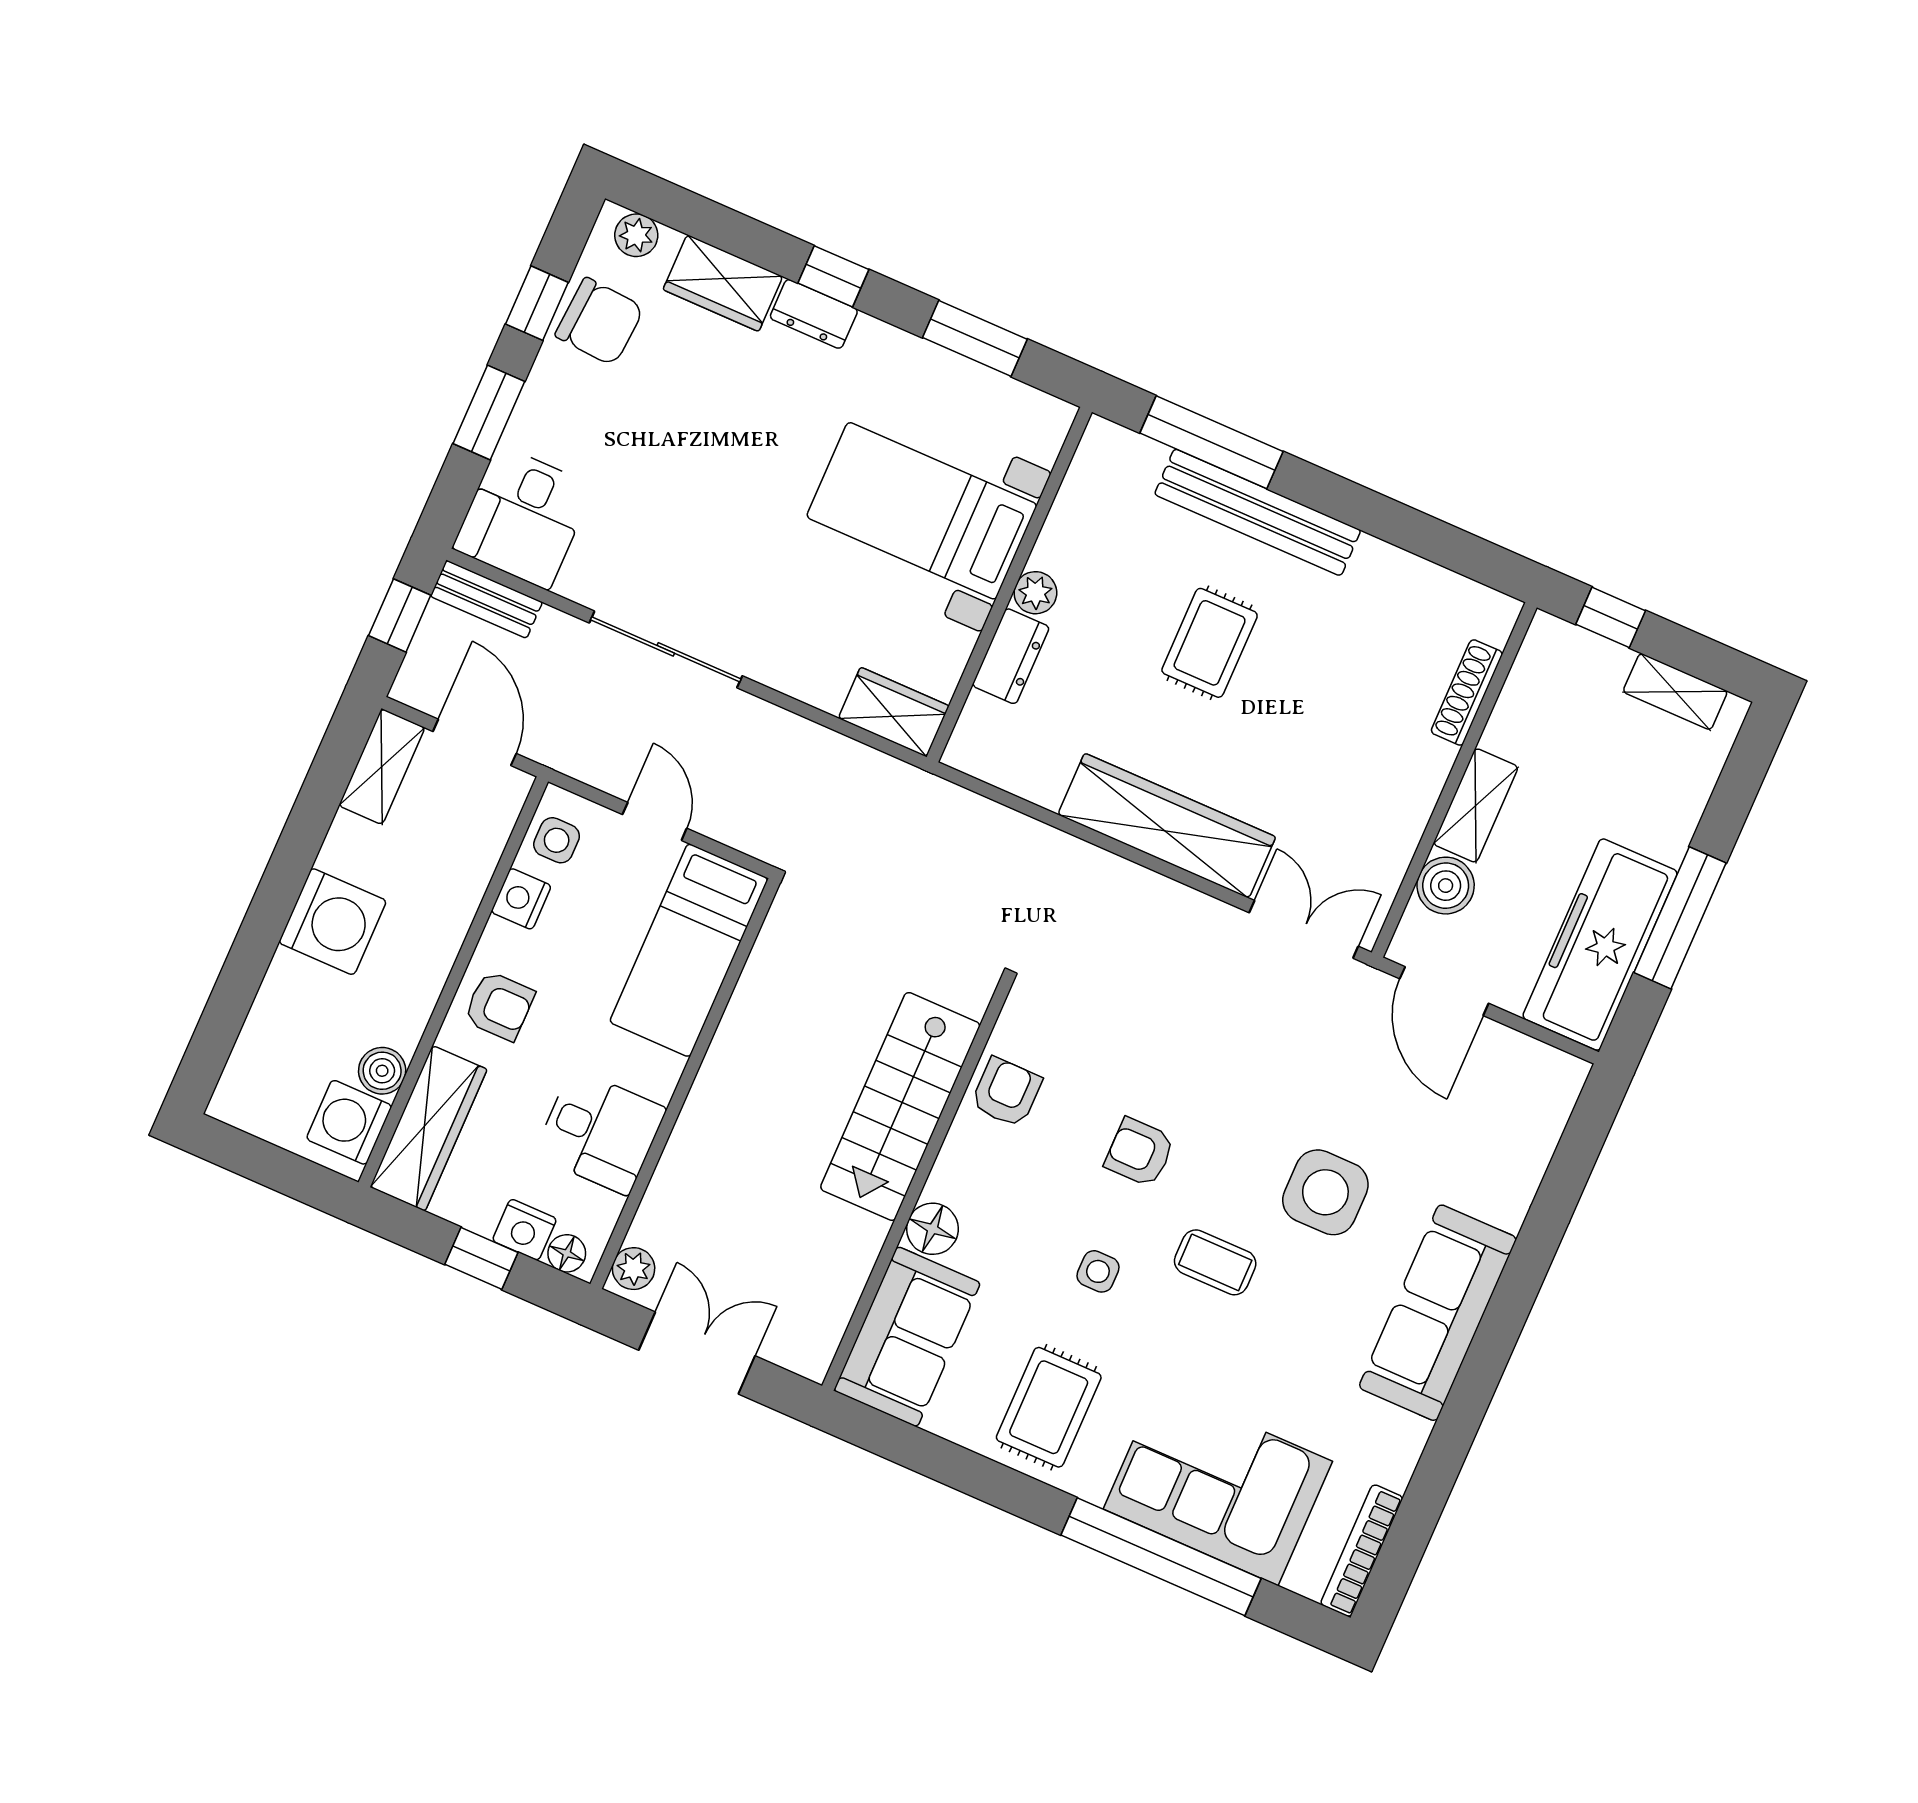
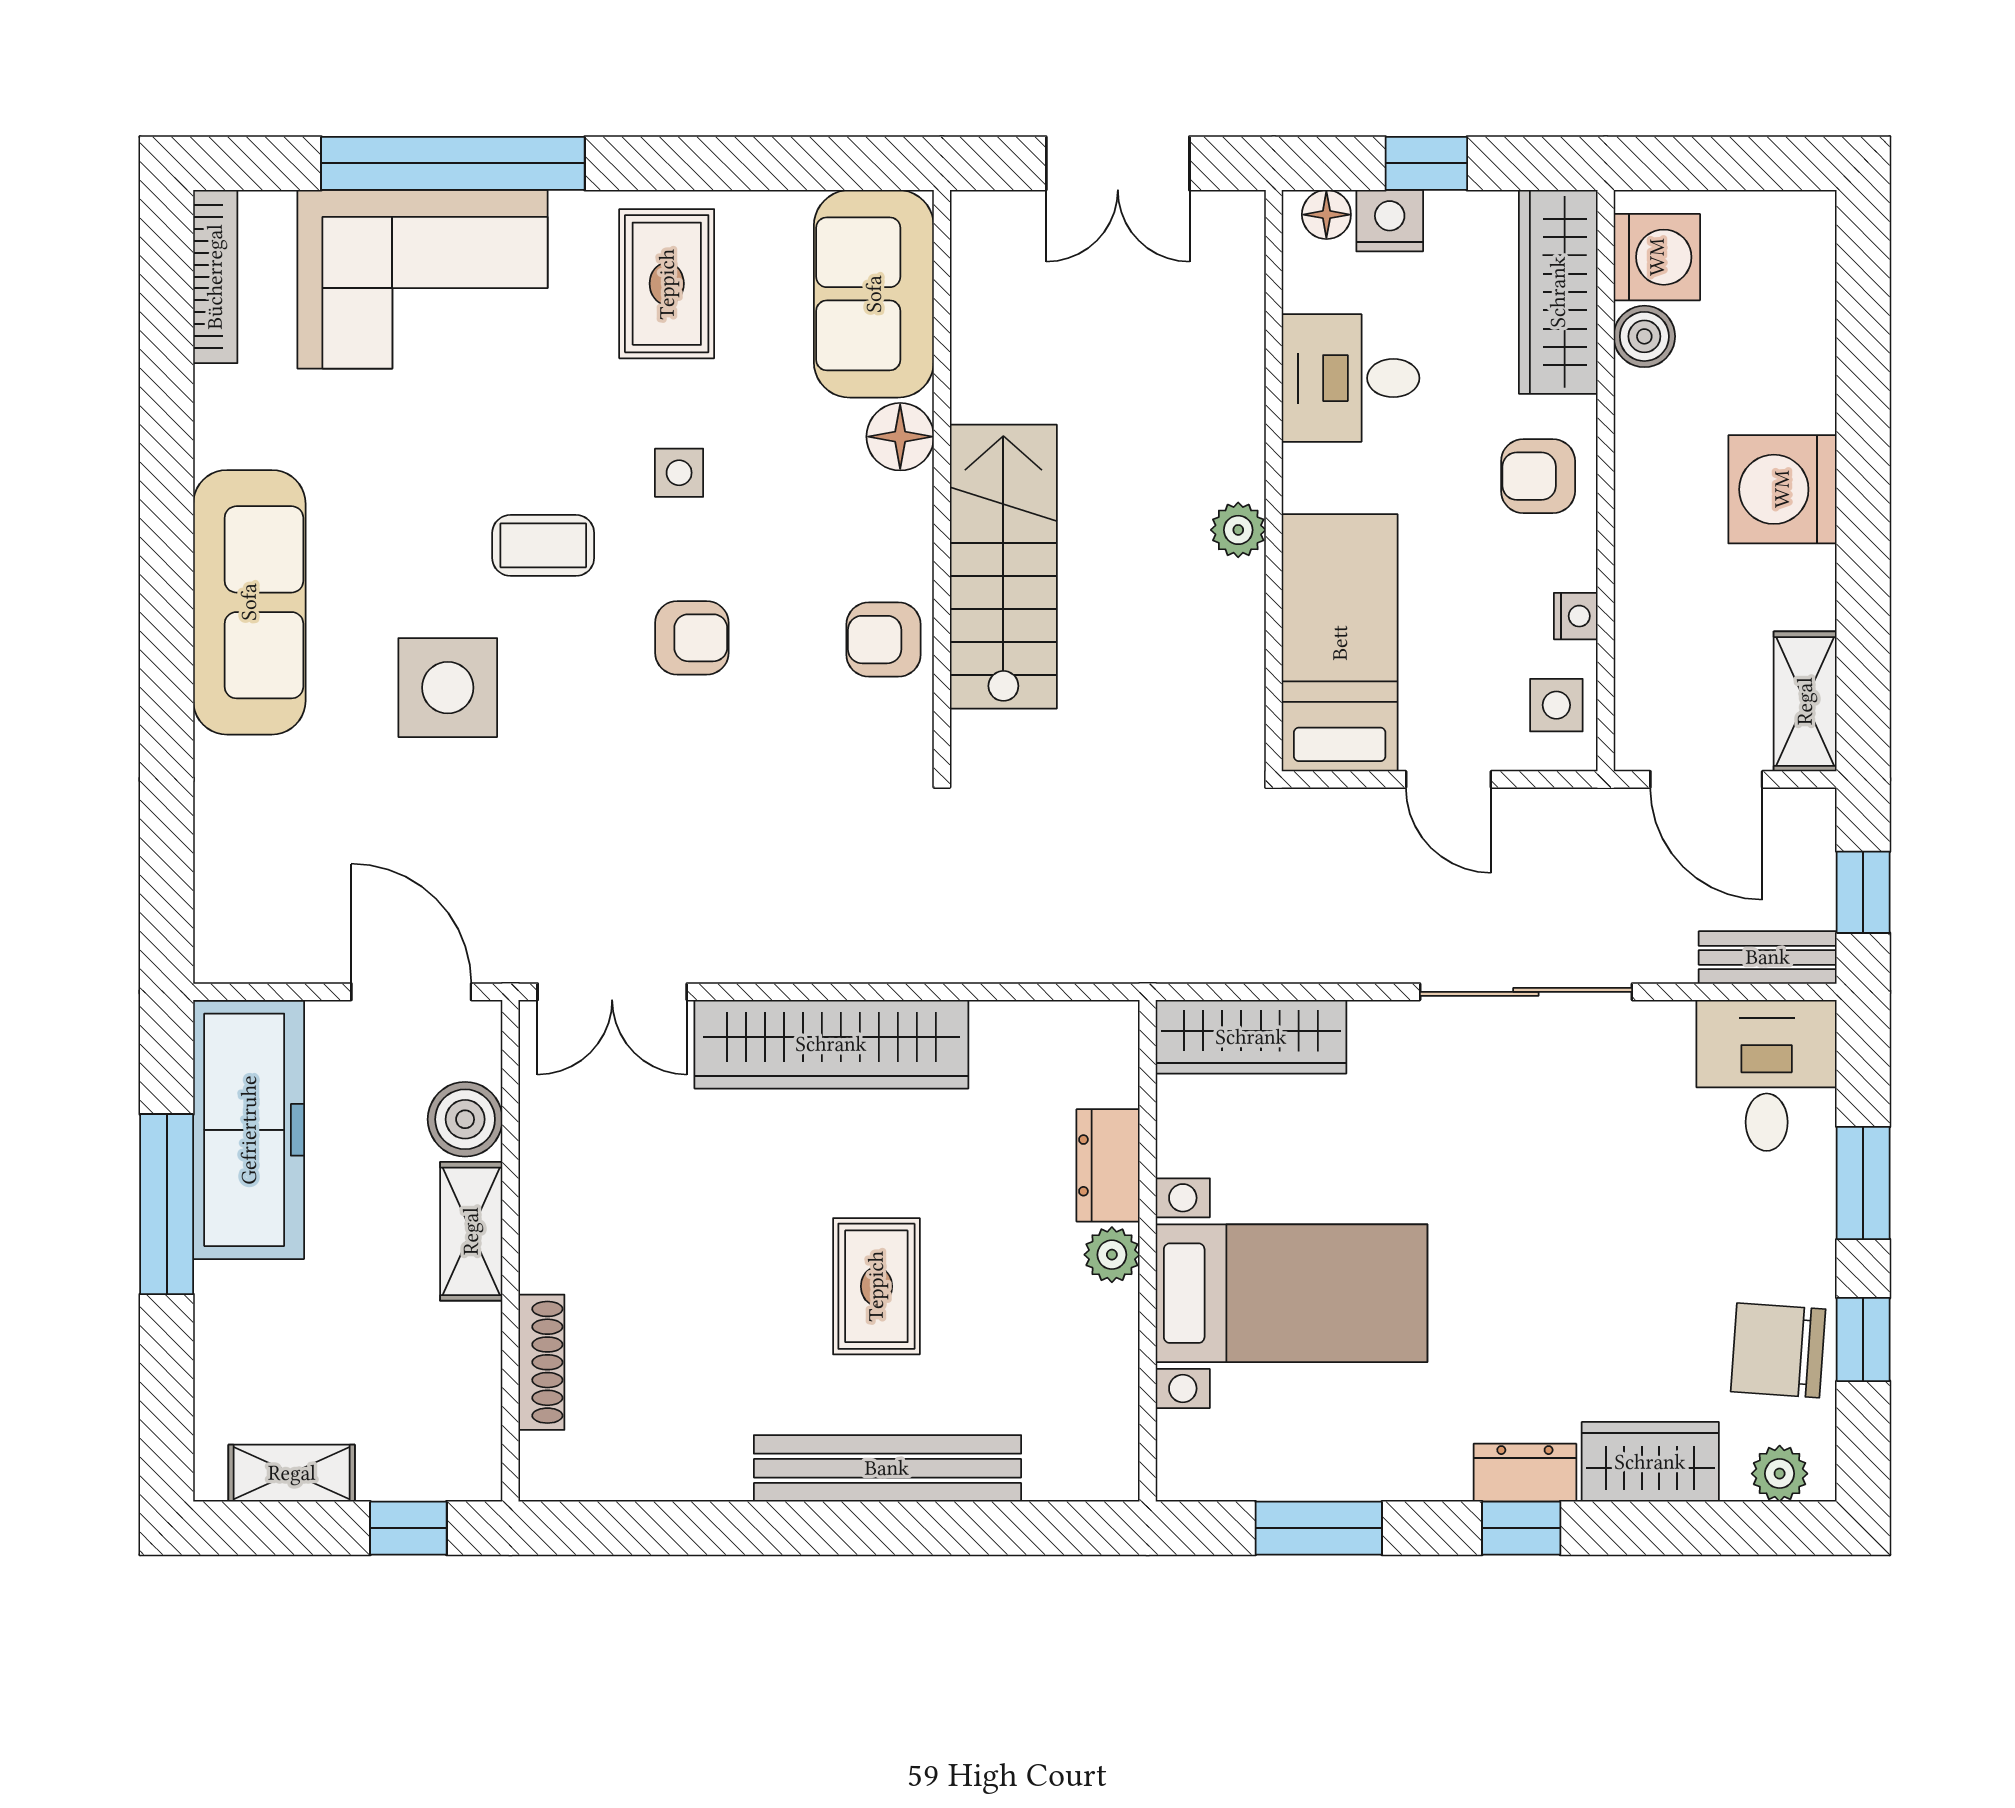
window: (1211, 442) -> (980, 1528), removed
wardrobe: (894, 712) -> (1251, 1037), width x1.50
nightstand: (521, 899) -> (1576, 616), width x0.72, depth x0.74
armchair: (1006, 1092) -> (884, 640), turned 90
plant: (634, 1269) -> (1238, 530), moved

